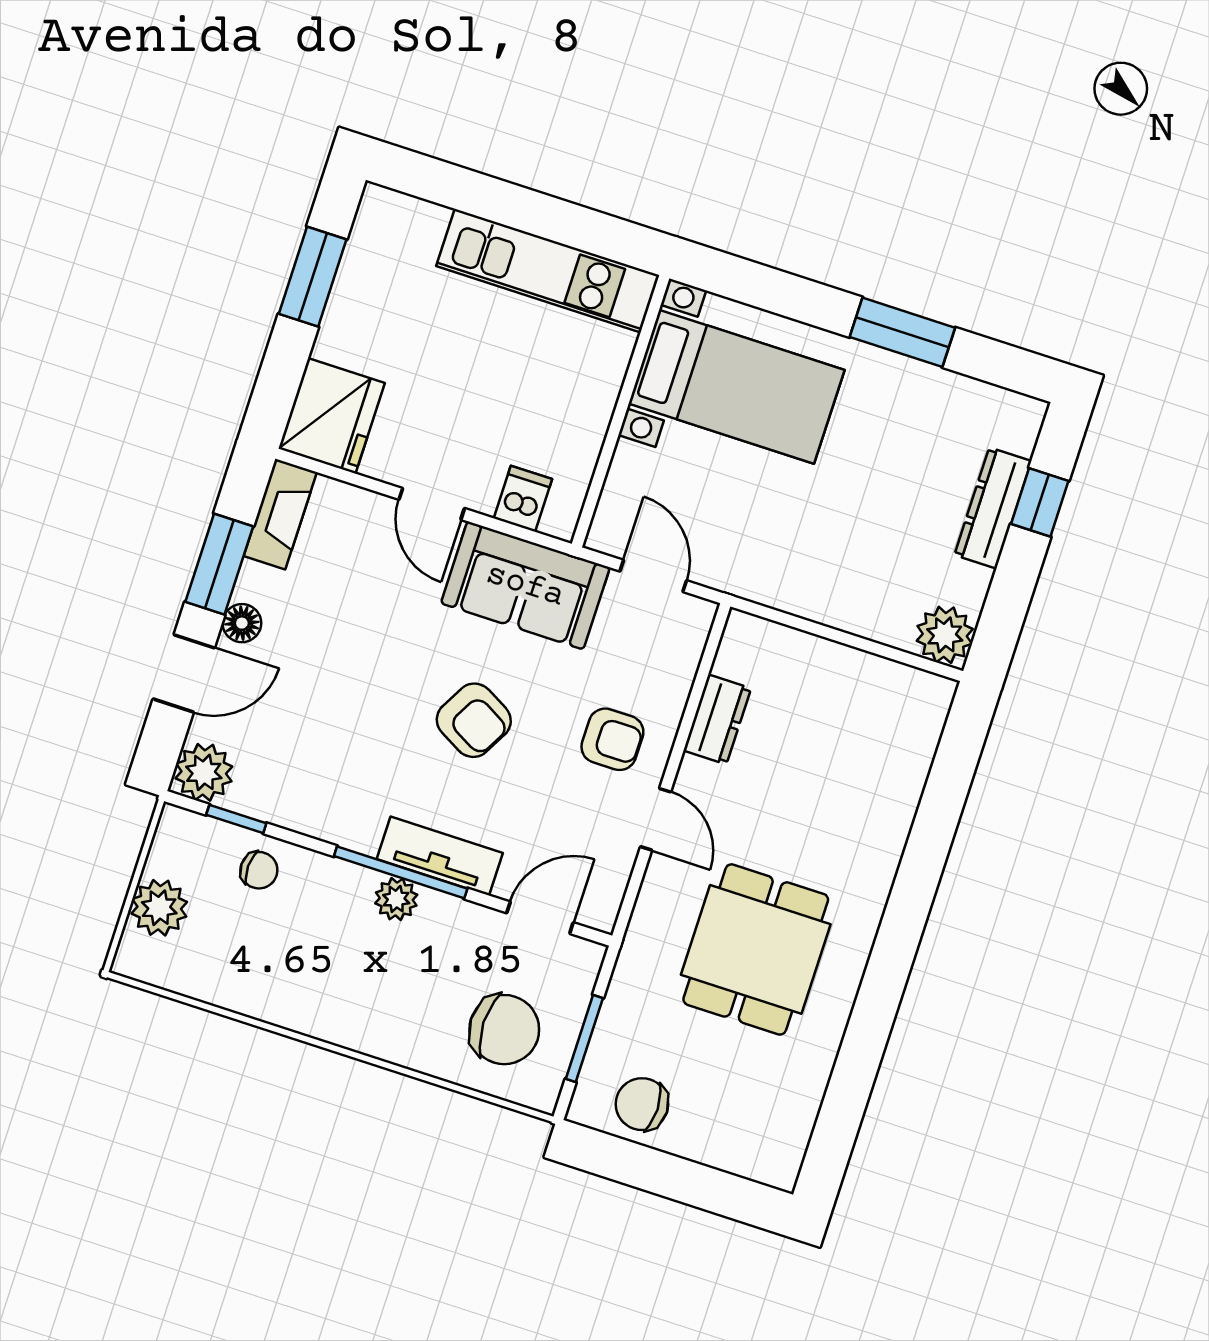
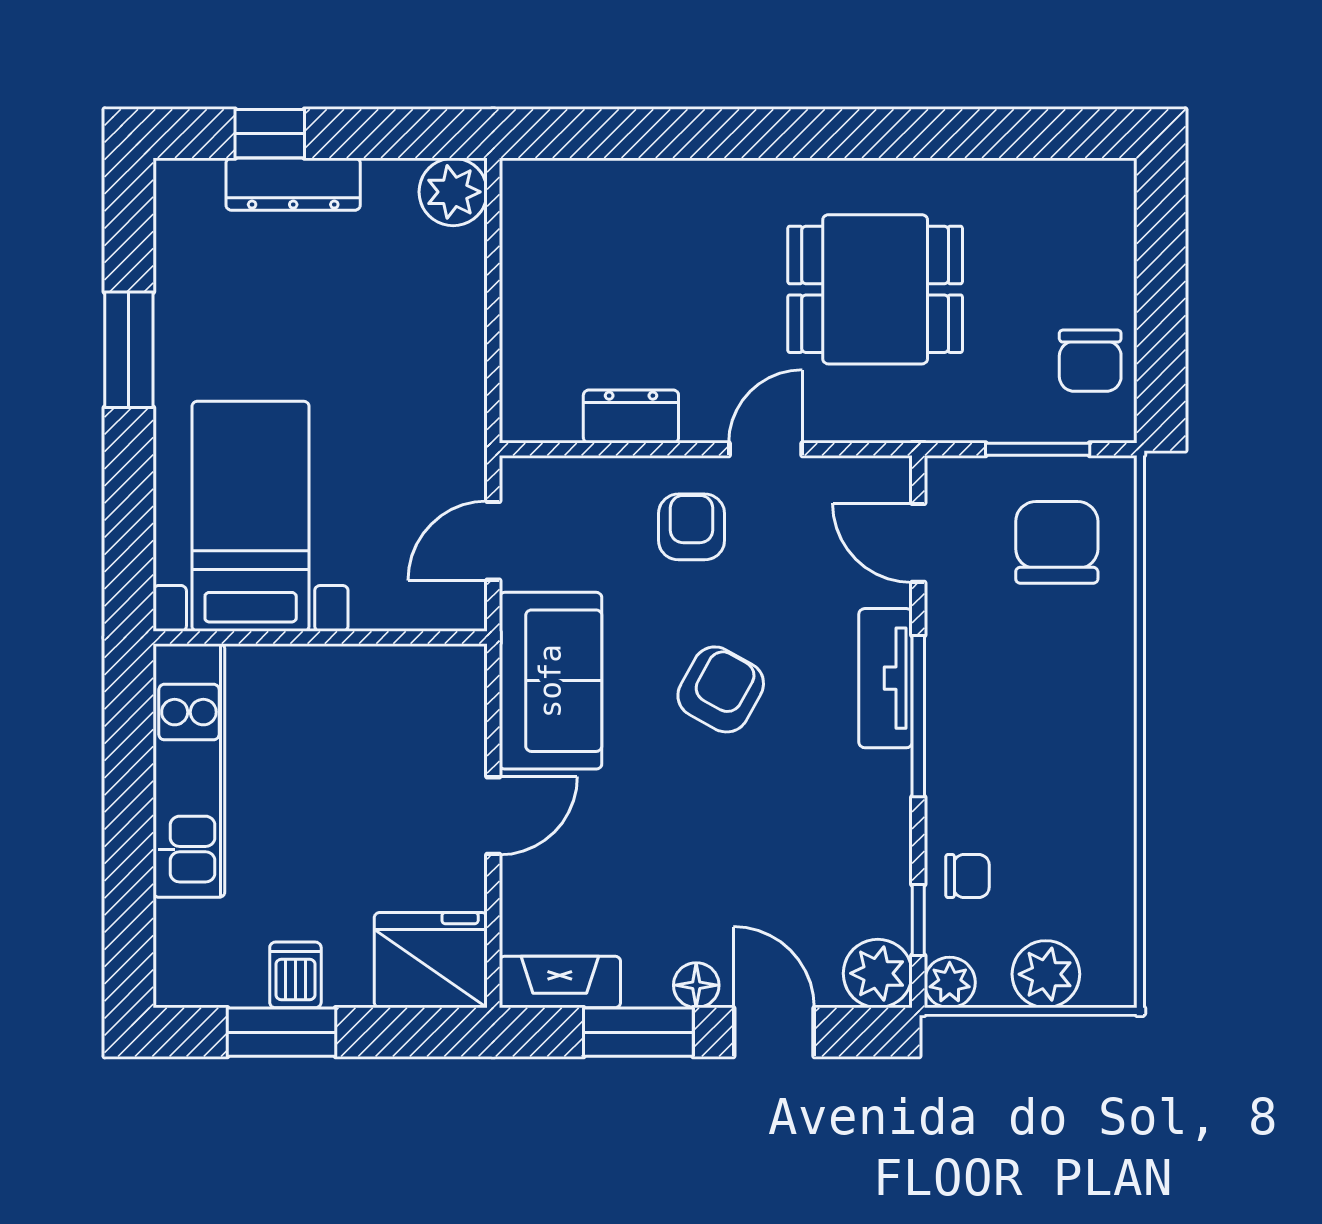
dishwasher: (523, 499) -> (295, 975), moved, turned 90
chair: (259, 870) -> (967, 876), turned 88
plant: (396, 899) -> (950, 982), moved

